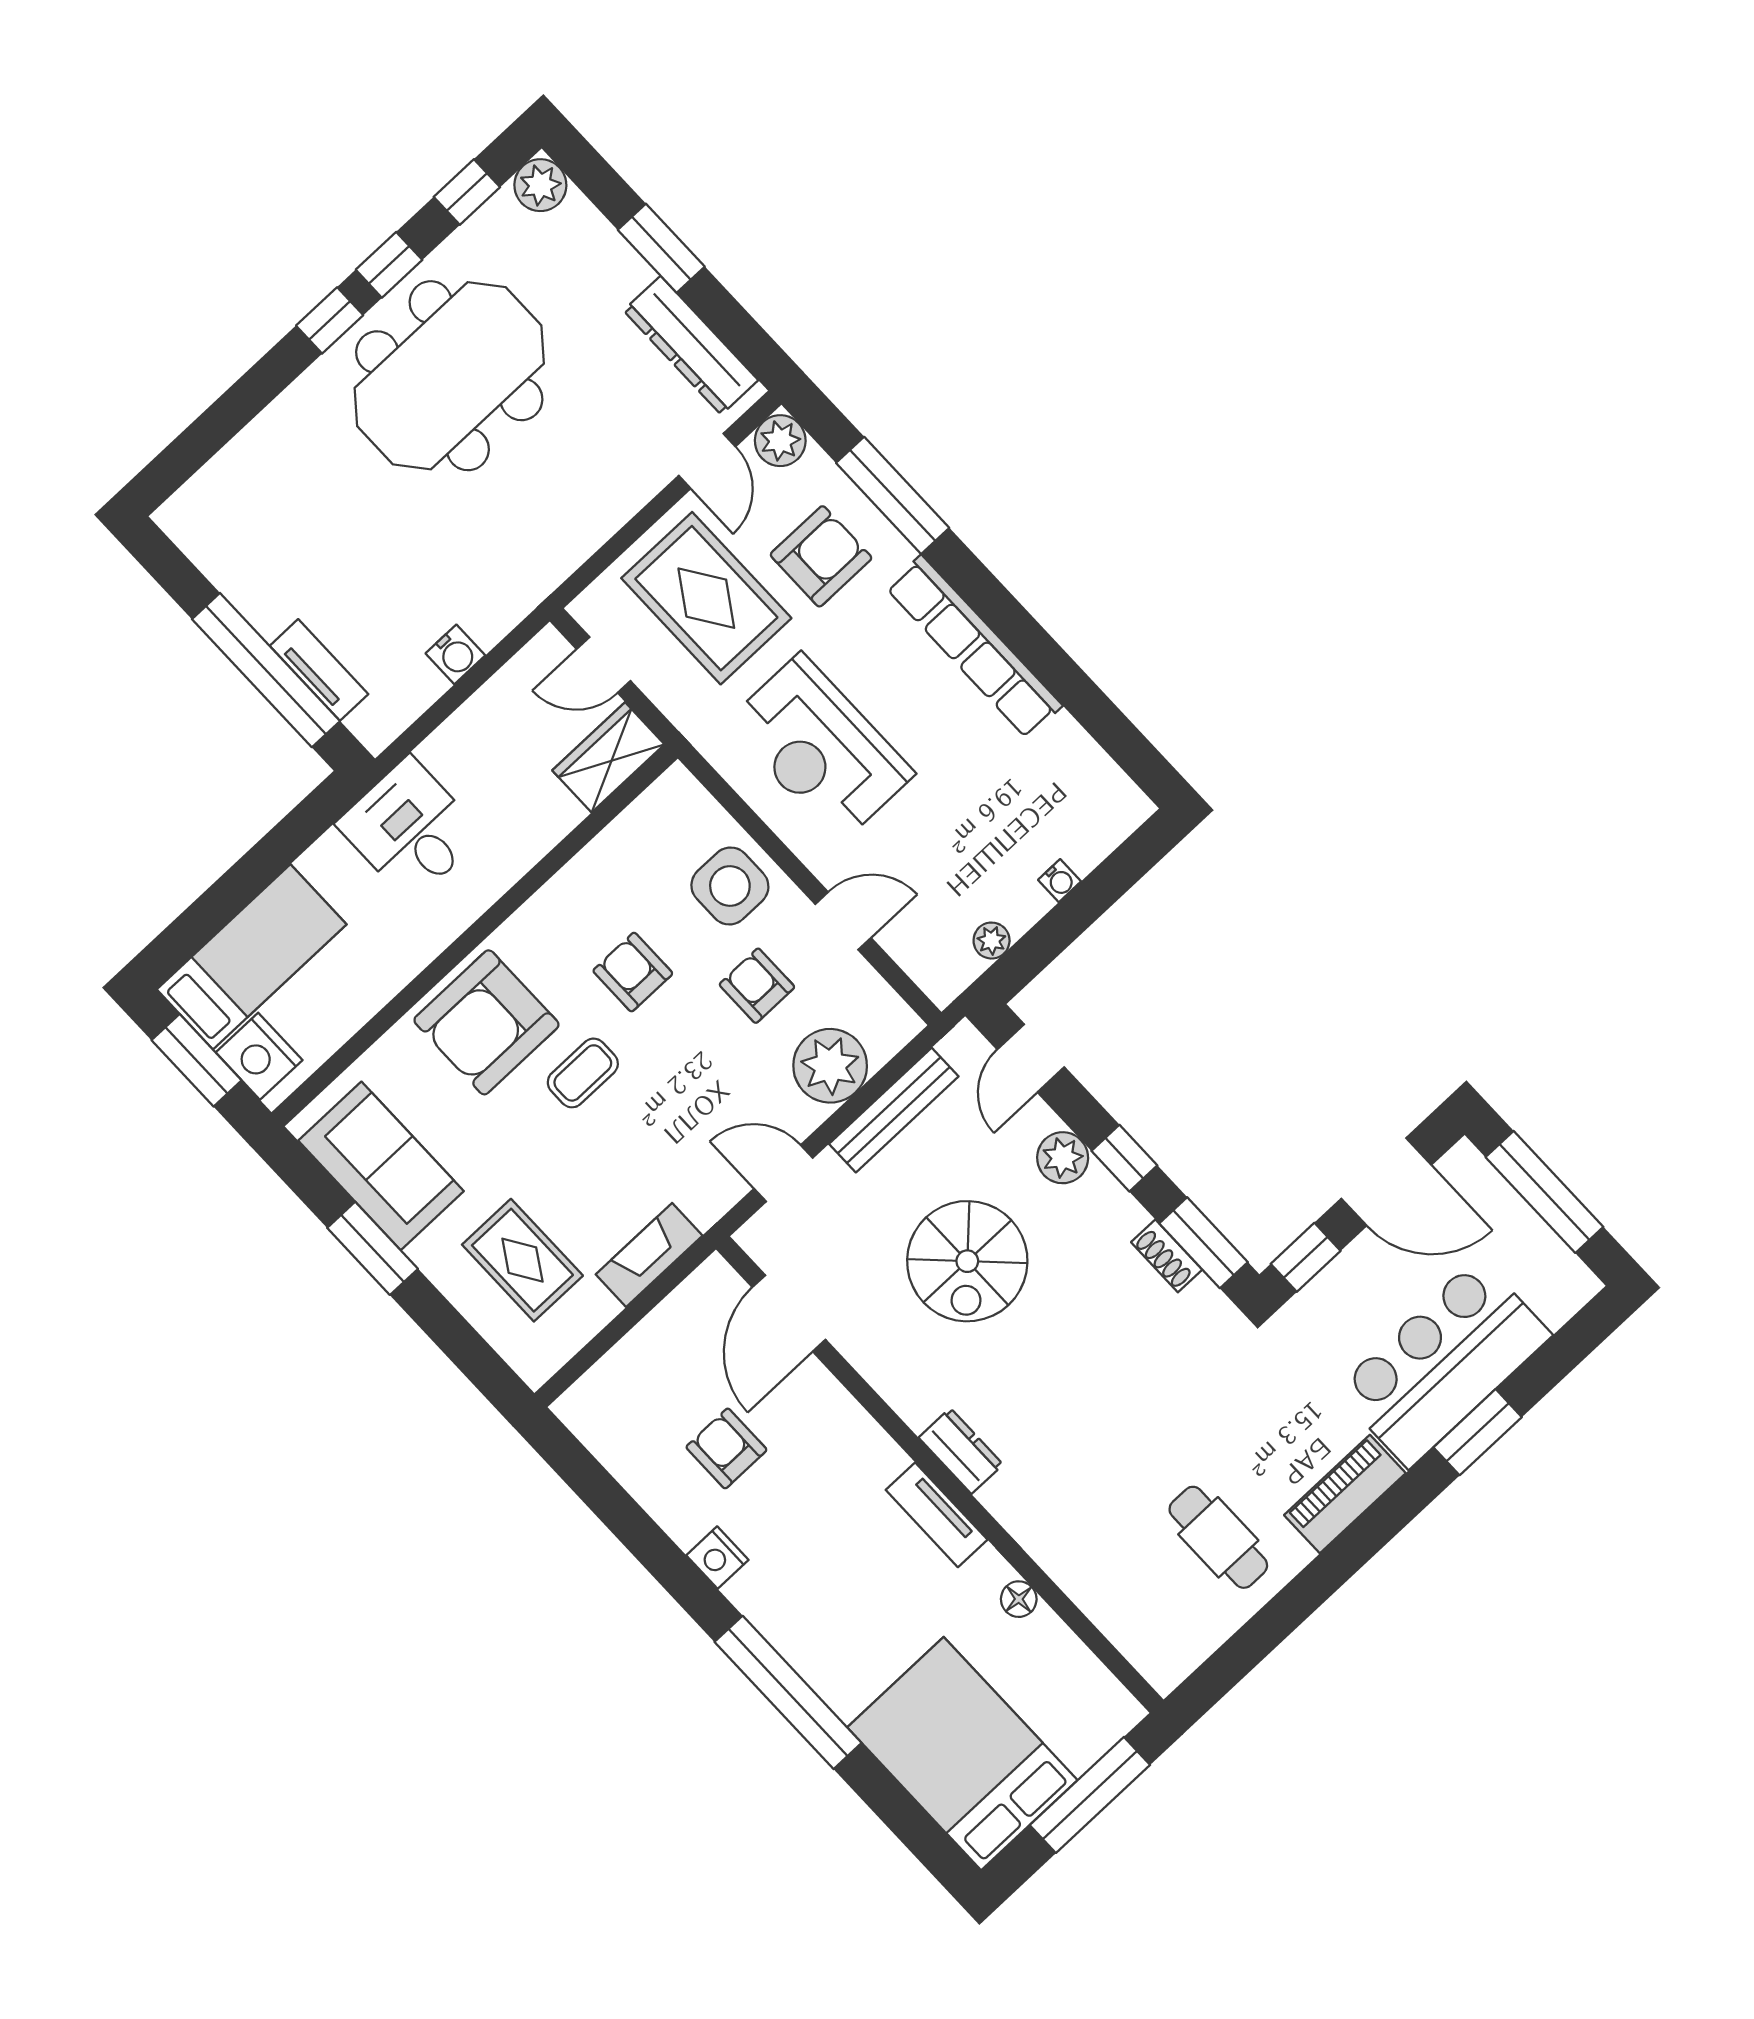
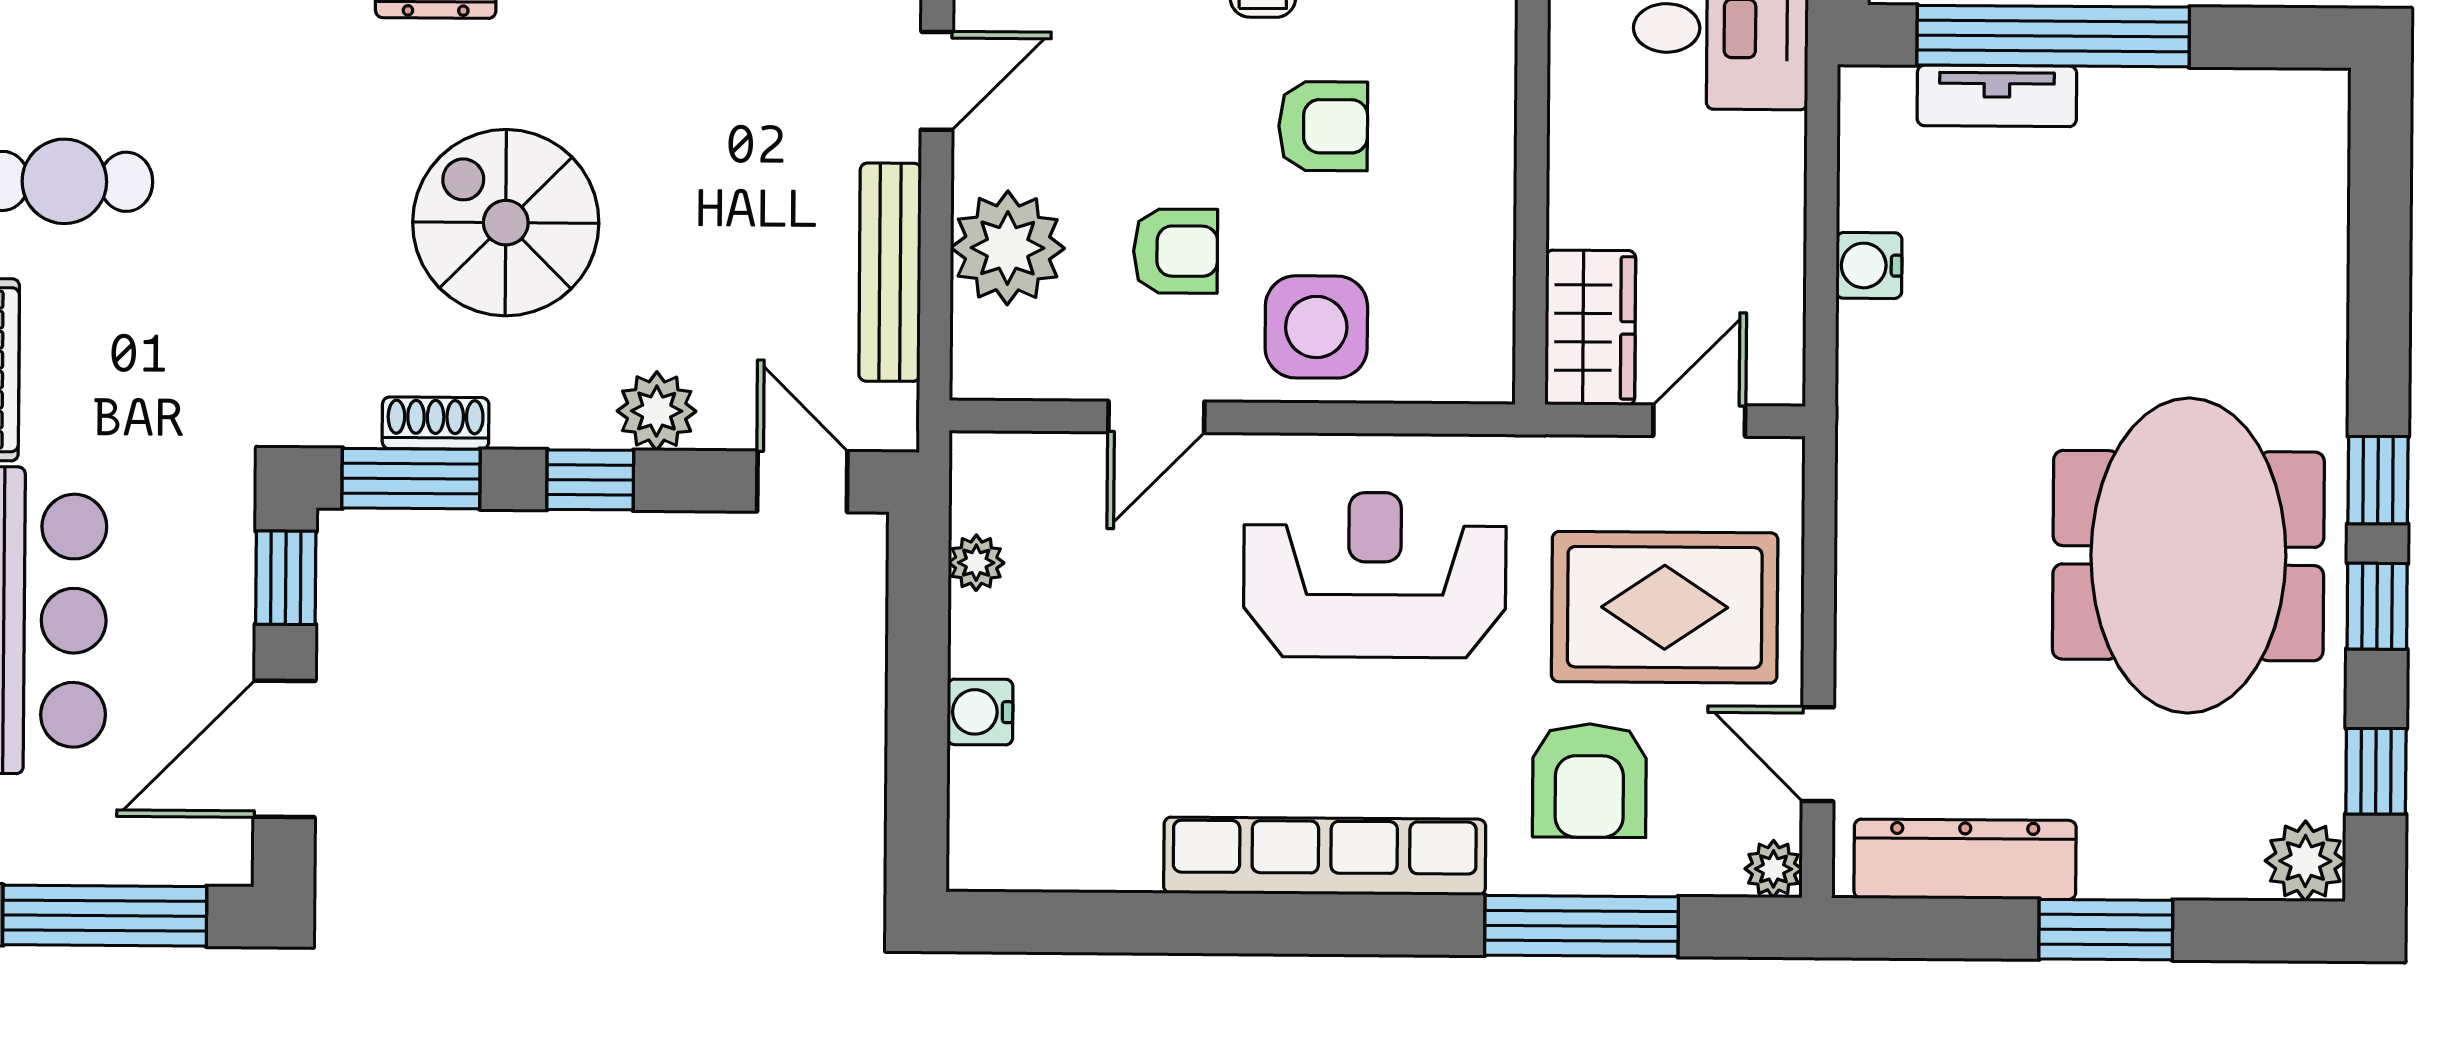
plant: (780, 441) -> (1773, 869), width x0.73, depth x0.73
water cooler: (1060, 881) -> (980, 712), width x1.38, depth x1.38
spiral stairs: (967, 1261) -> (506, 223), moved

